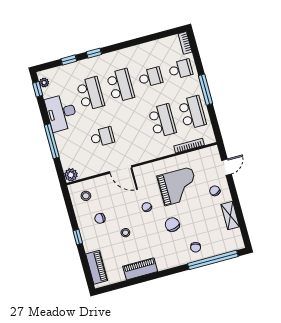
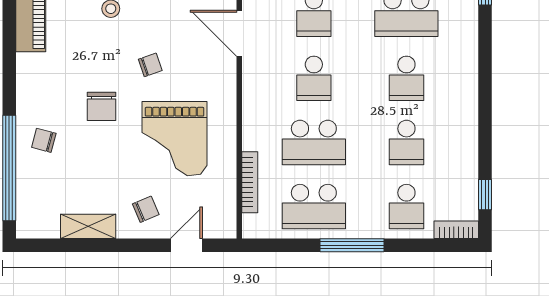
window: (94, 53) -> (485, 195), moved
school desk: (120, 85) -> (406, 78), width x0.54
school desk: (132, 129) -> (314, 78), added
door: (227, 167) -> (186, 245), swing flipped
door: (121, 169) -> (239, 33), hinge flipped
chair: (172, 225) -> (102, 106), turned 104

